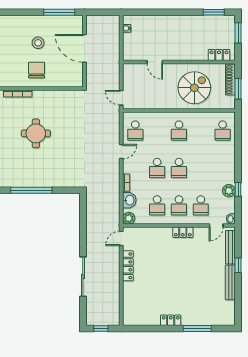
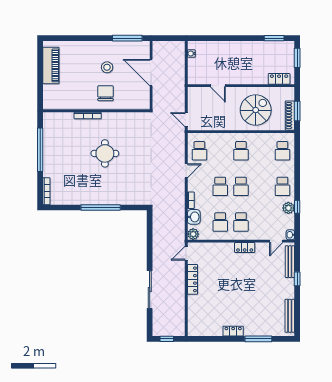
shoe rack: (230, 80) -> (290, 116), moved
school desk: (201, 205) -> (282, 186), moved
bench: (230, 282) -> (290, 316), moved

